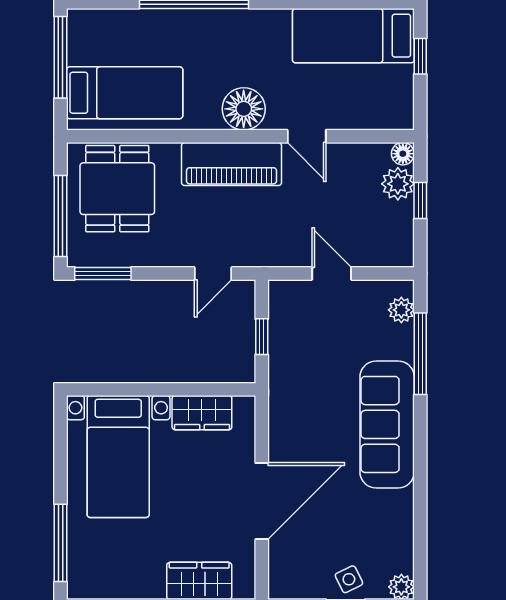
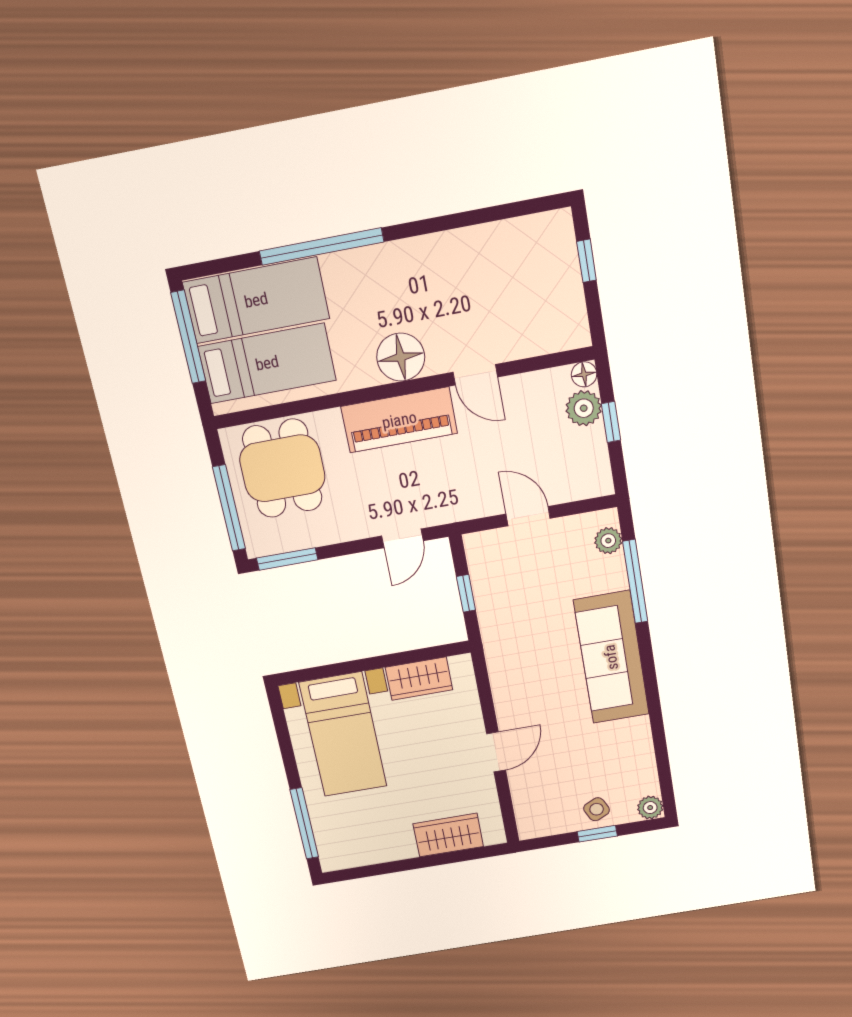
bed: (353, 36) -> (256, 300), moved, turned 180
door: (262, 501) -> (496, 752), width x0.53

